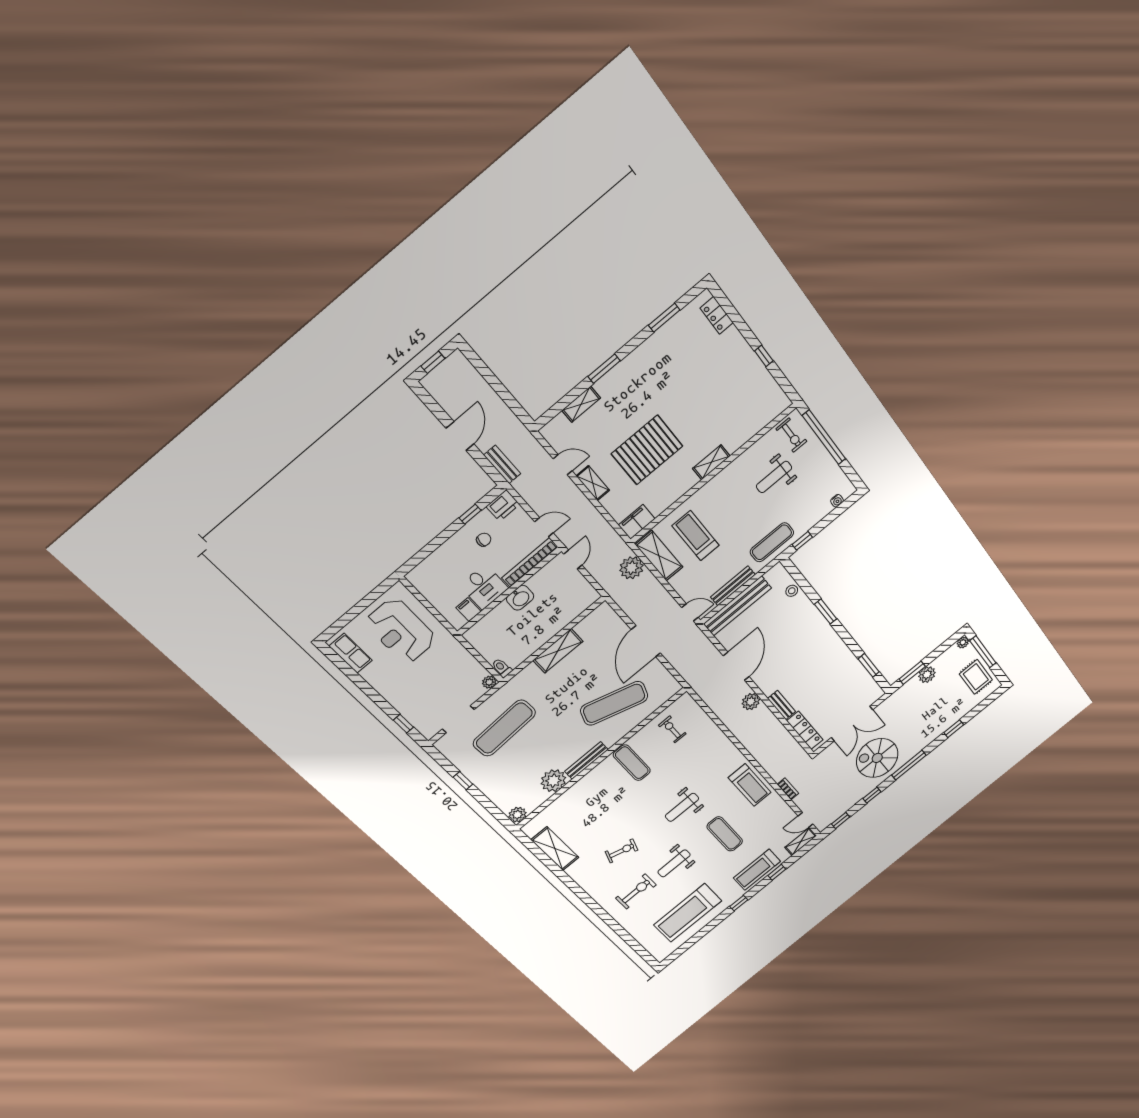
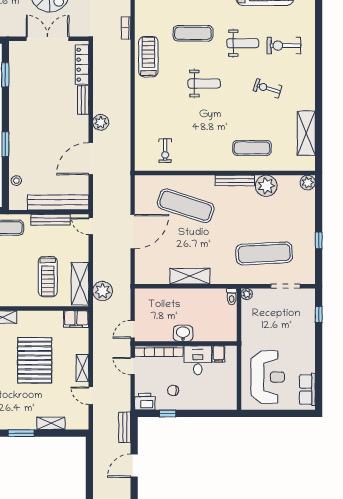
pallet: (647, 450) -> (35, 360), turned 90
exercise mat: (632, 763) -> (252, 148), moved, turned 90
exercise mat: (725, 834) -> (193, 33), turned 90

